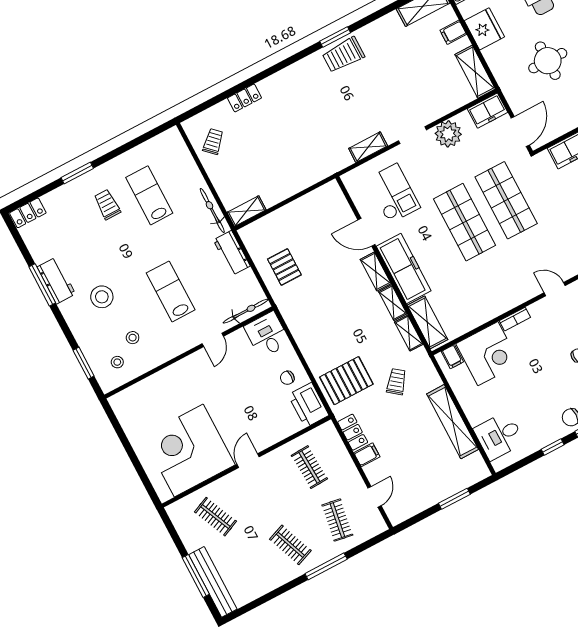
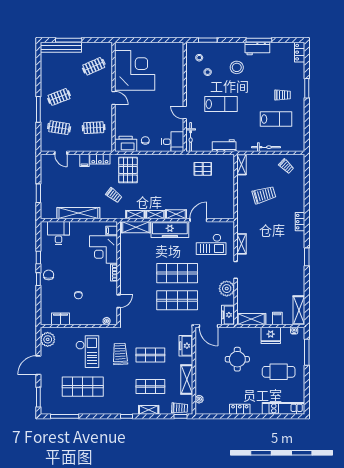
trolley: (343, 55) -> (264, 195), moved, turned 74
locker: (244, 98) -> (300, 222), moved
bicycle: (212, 211) -> (266, 147), moved

